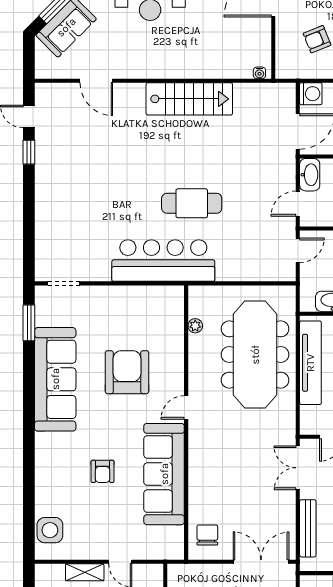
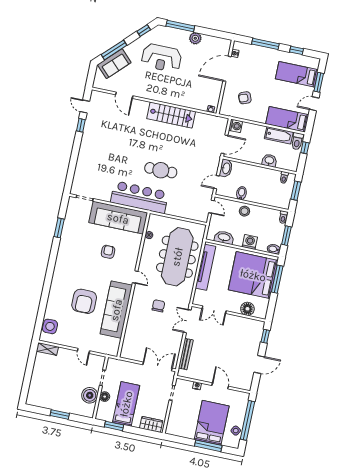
door: (298, 250) -> (211, 207), hinge flipped
window: (29, 323) -> (59, 228), moved
armchair: (127, 372) -> (108, 252), width x0.53, depth x0.53
sofa: (55, 379) -> (118, 218), moved, turned 90
door: (186, 407) -> (135, 277), swing flipped
armchair: (103, 471) -> (84, 301), width x1.88, depth x1.88
chair: (207, 535) -> (158, 306), moved
shelving: (85, 572) -> (47, 349), moved

